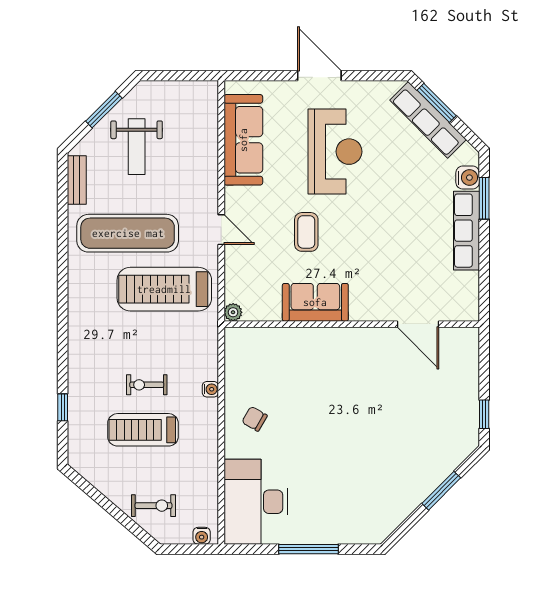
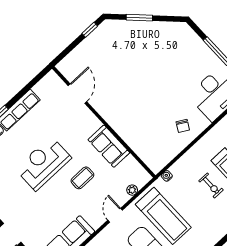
reception desk: (335, 152) -> (43, 163), moved
plant: (233, 312) -> (132, 190), moved
water cooler: (210, 389) -> (167, 176), moved

